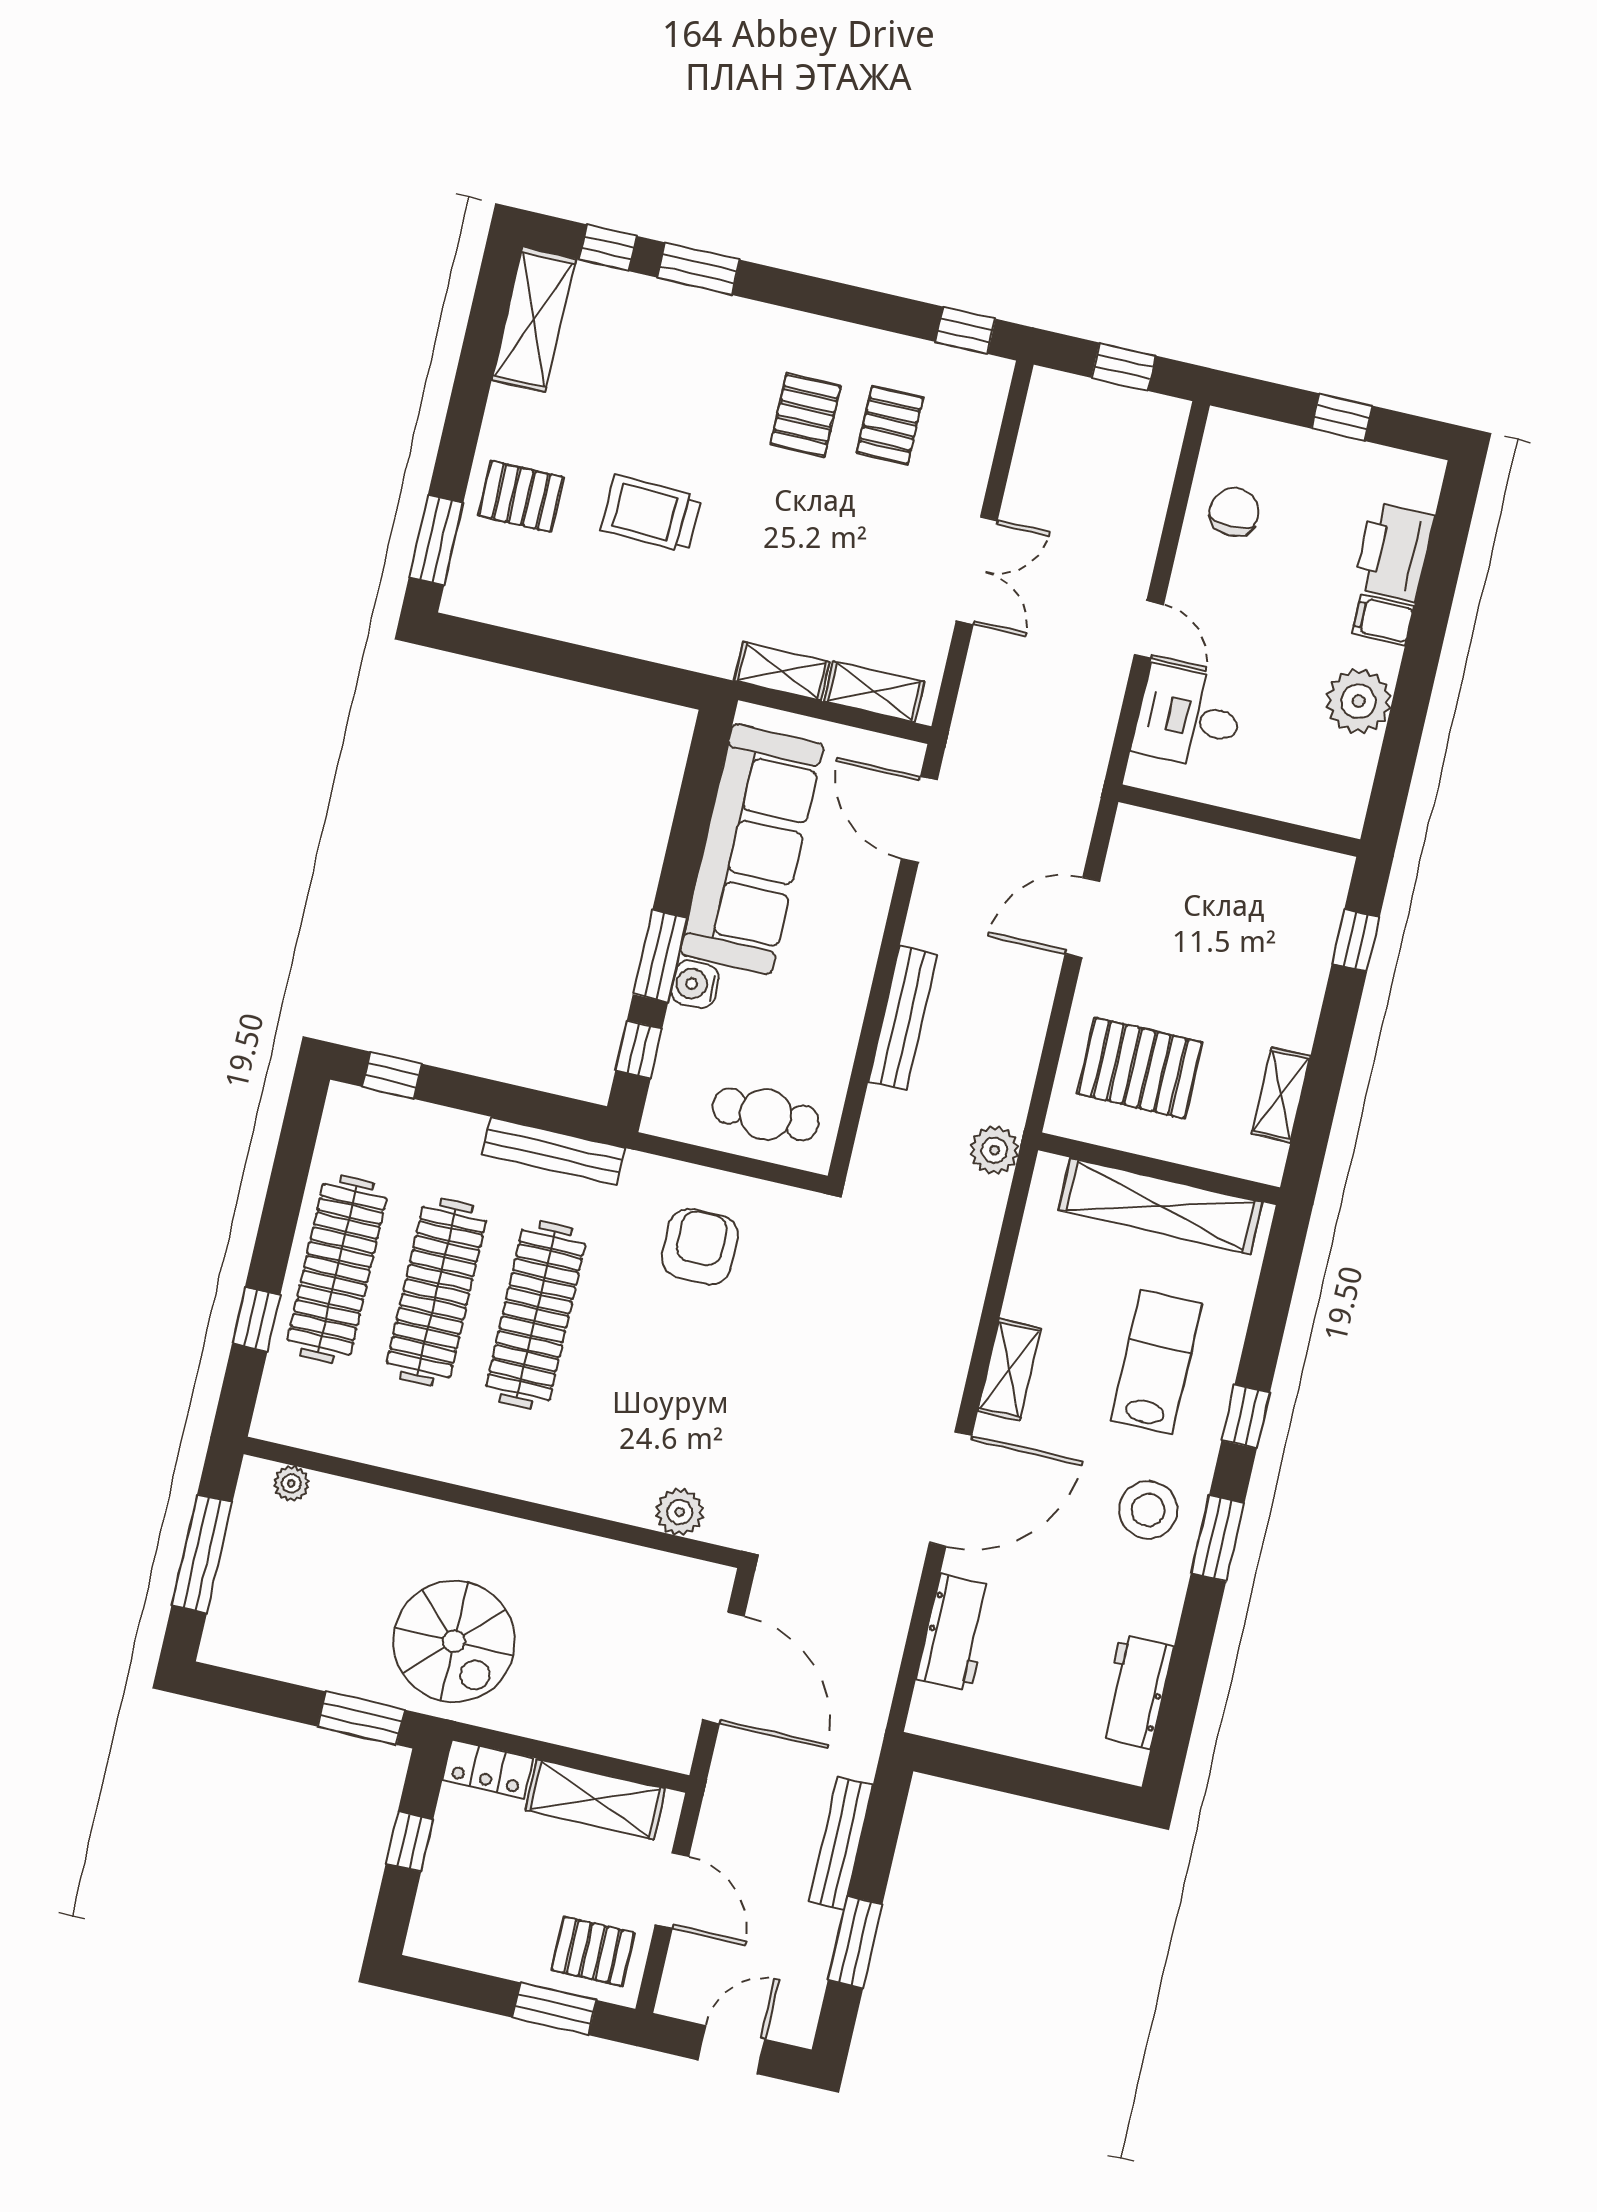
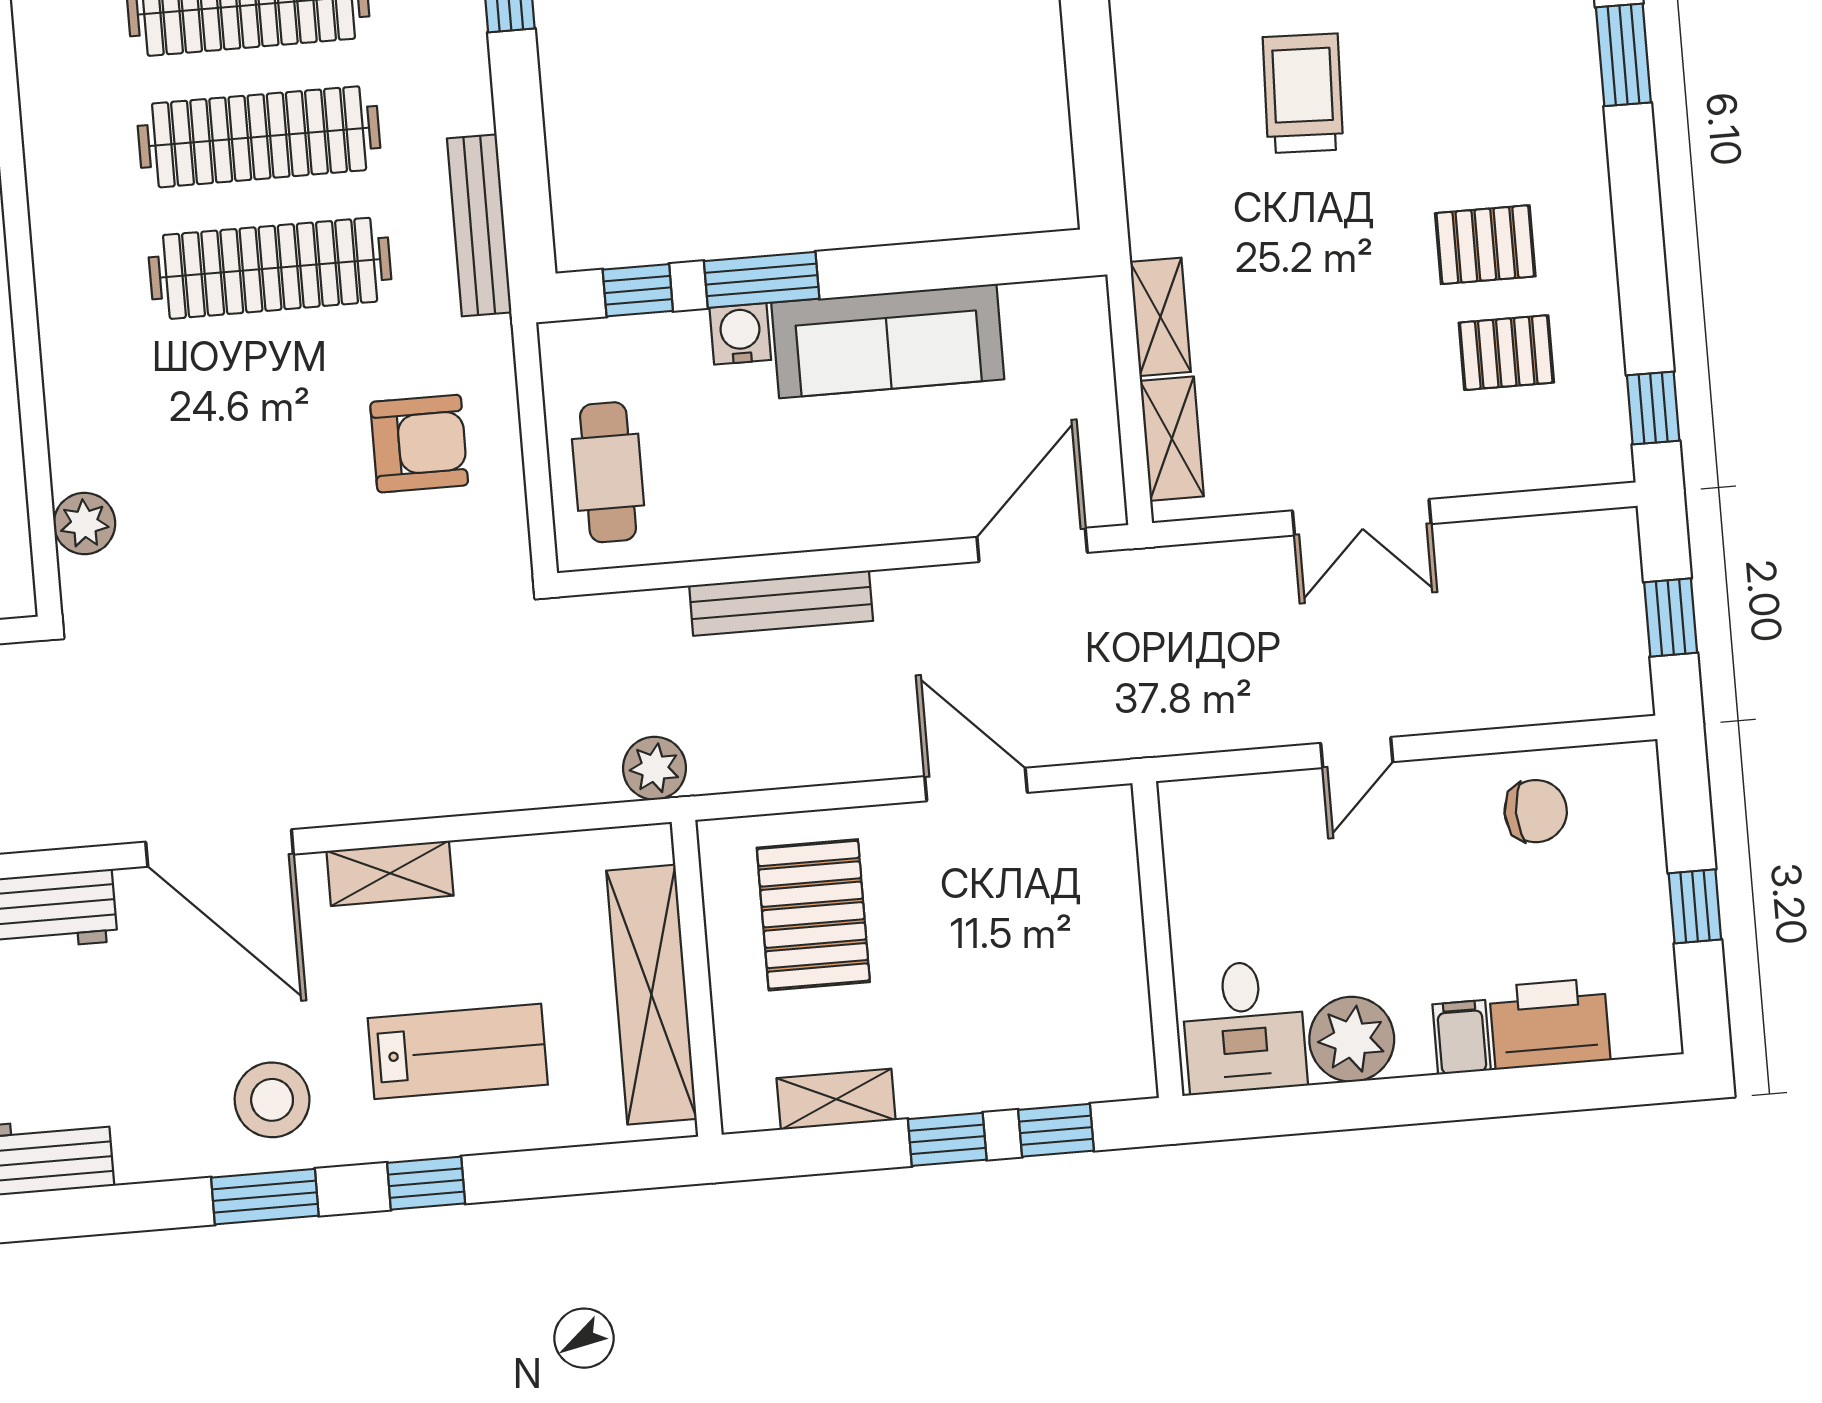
desk: (1189, 718) -> (1244, 1027), moved, turned 180
sofa: (752, 849) -> (888, 341), width x0.74, depth x0.79
window: (1337, 1022) -> (947, 1139), added

